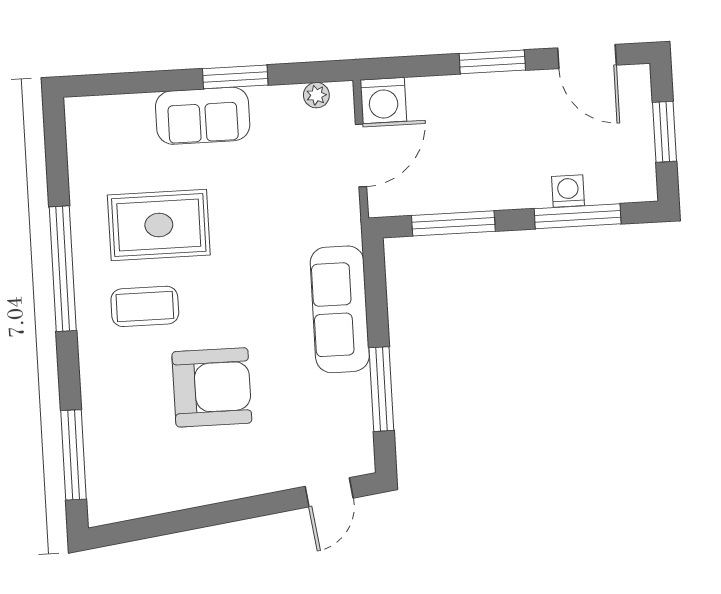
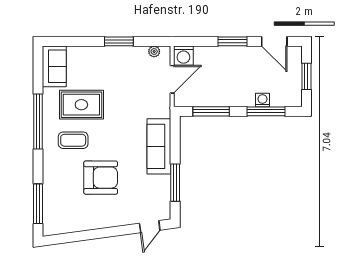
sofa: (203, 116) -> (54, 66), moved, turned -90

